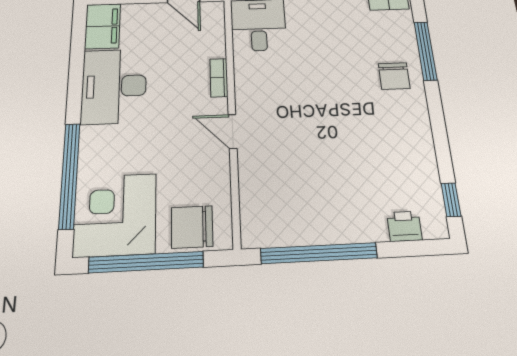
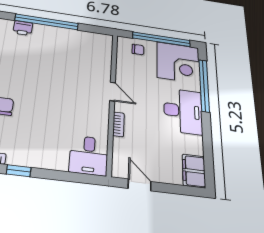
desk: (114, 86) -> (183, 111), moved
chair: (192, 227) -> (138, 50), width x0.54, depth x0.54
window: (319, 253) -> (47, 22), moved

